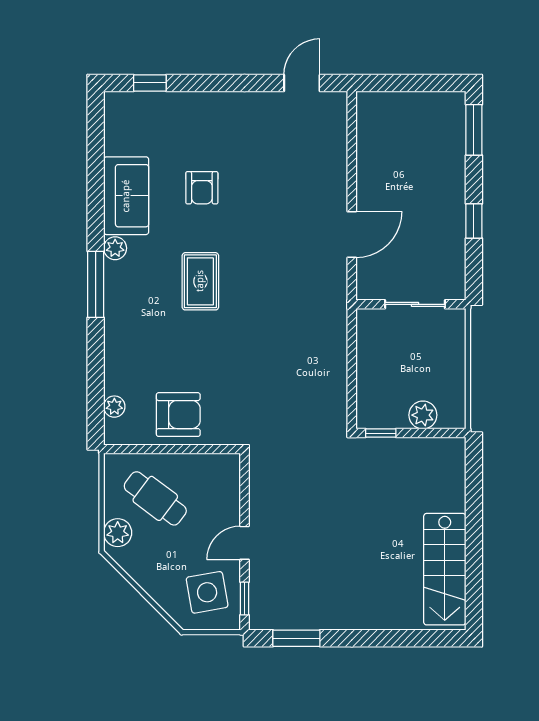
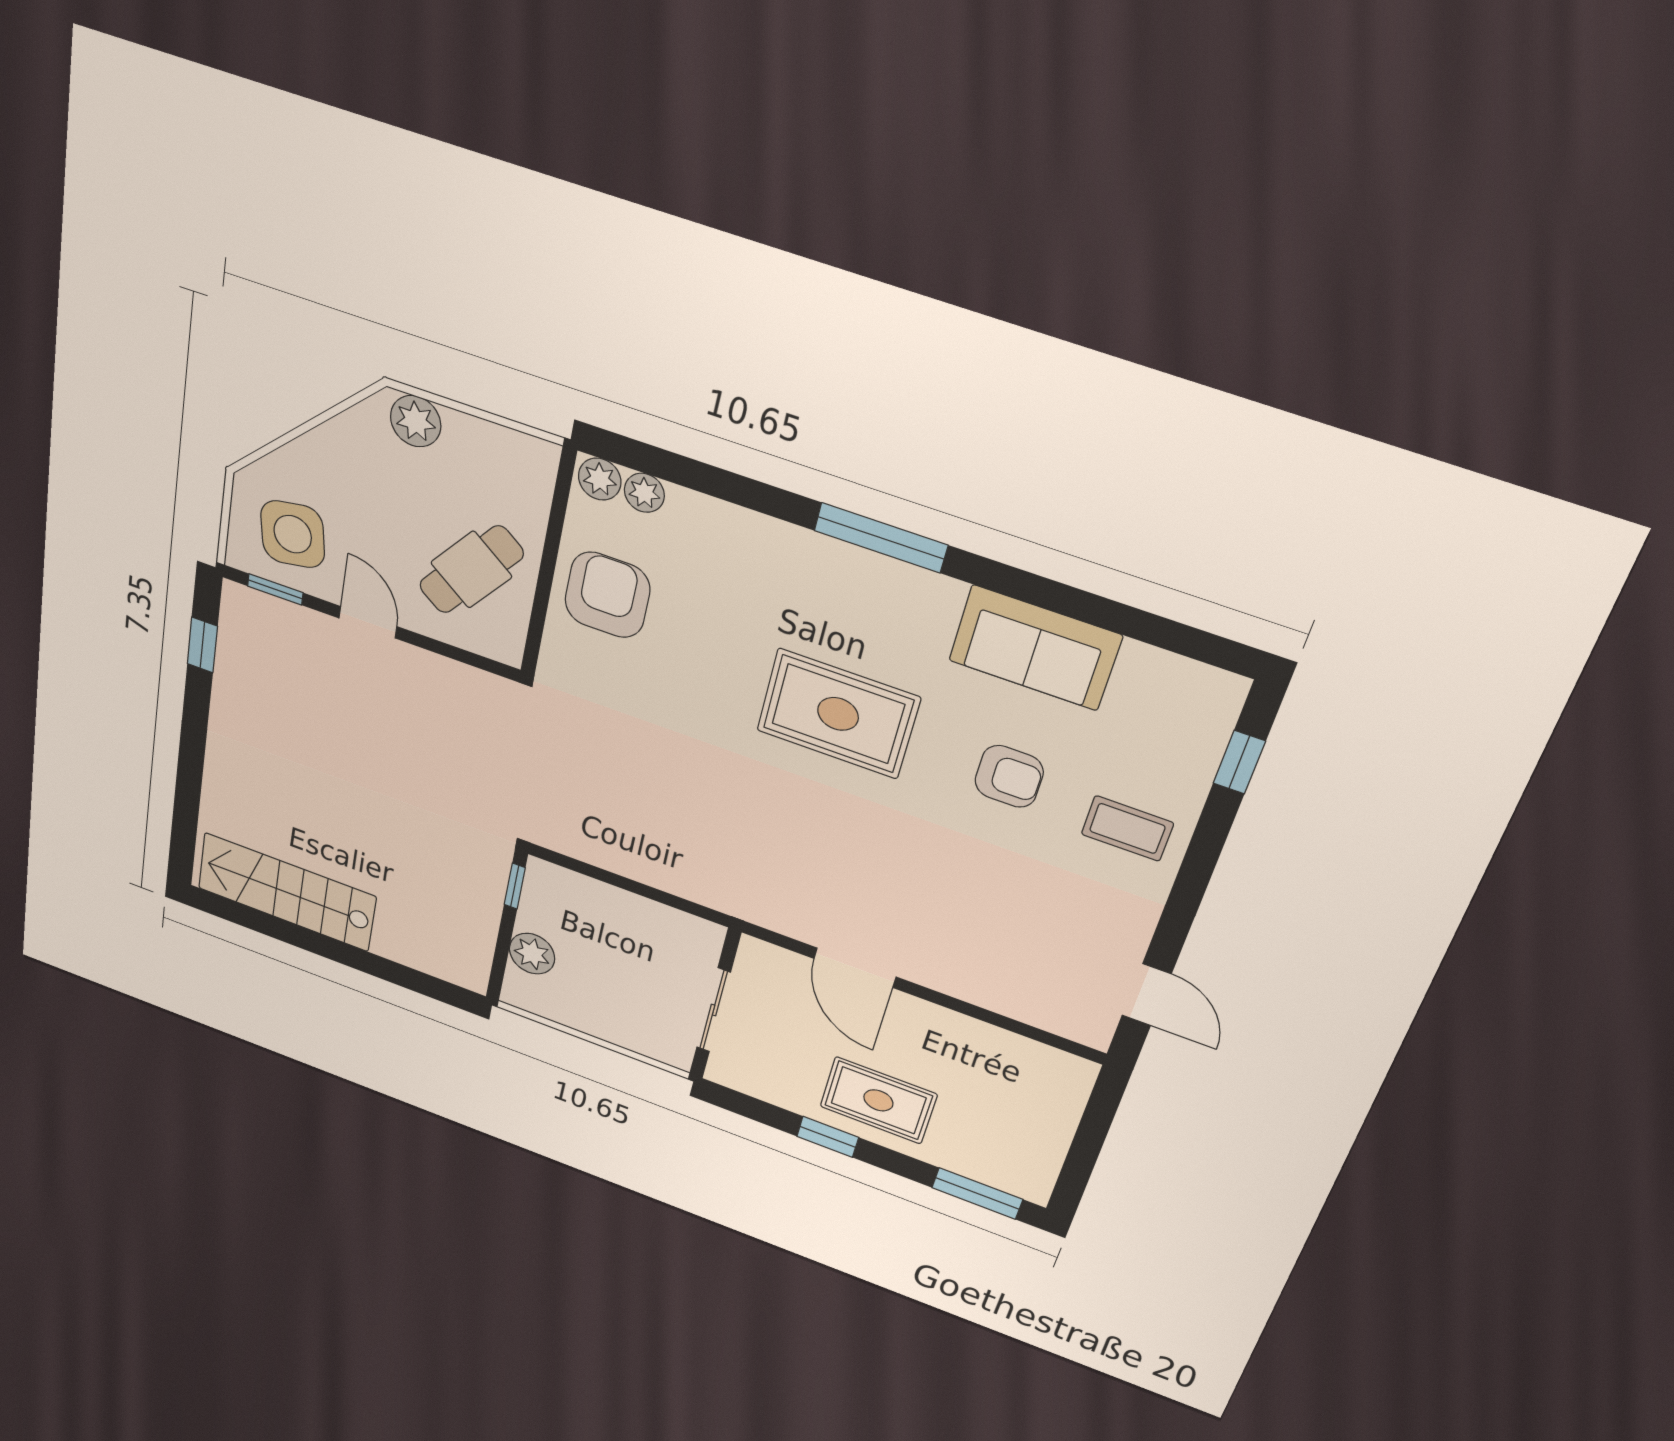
coffee table: (208, 123) -> (1127, 828), added
armchair: (202, 188) -> (1009, 776), turned 180
rug: (435, 200) -> (878, 1100), added
plant: (115, 248) -> (600, 479), moved
rug: (200, 281) -> (838, 714), width x1.36, depth x1.43
armchair: (178, 415) -> (607, 595), turned 180
cafe table: (155, 498) -> (471, 570), moved
window: (296, 638) -> (202, 645), width x0.67

